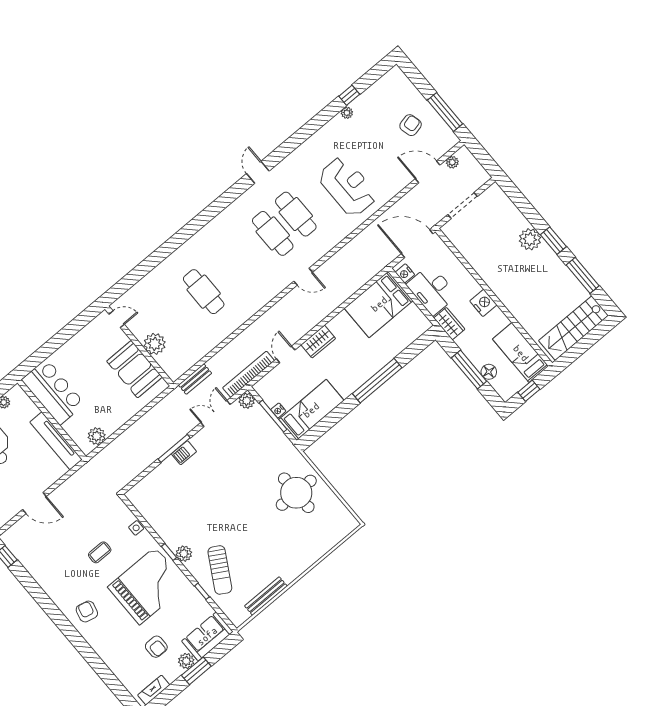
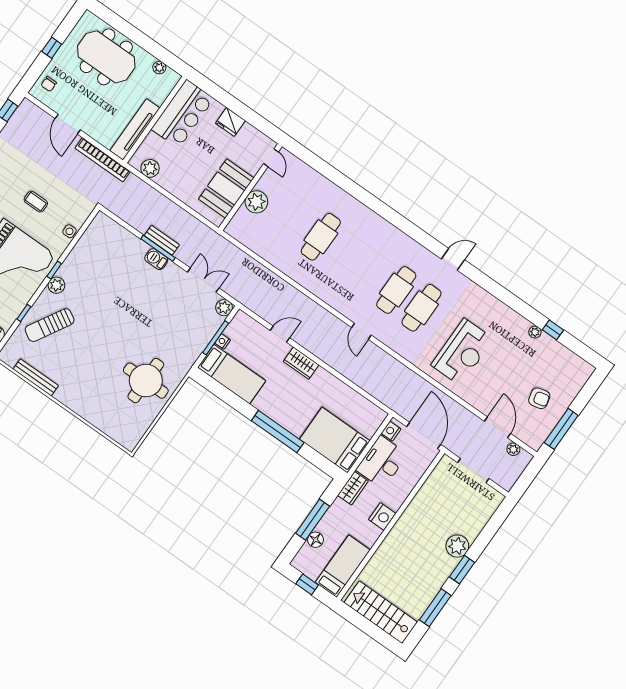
bed: (379, 304) -> (335, 440), moved
fridge: (73, 349) -> (230, 122), added
bookcase: (249, 374) -> (103, 160), moved, turned 180
bench: (195, 379) -> (162, 240), moved

